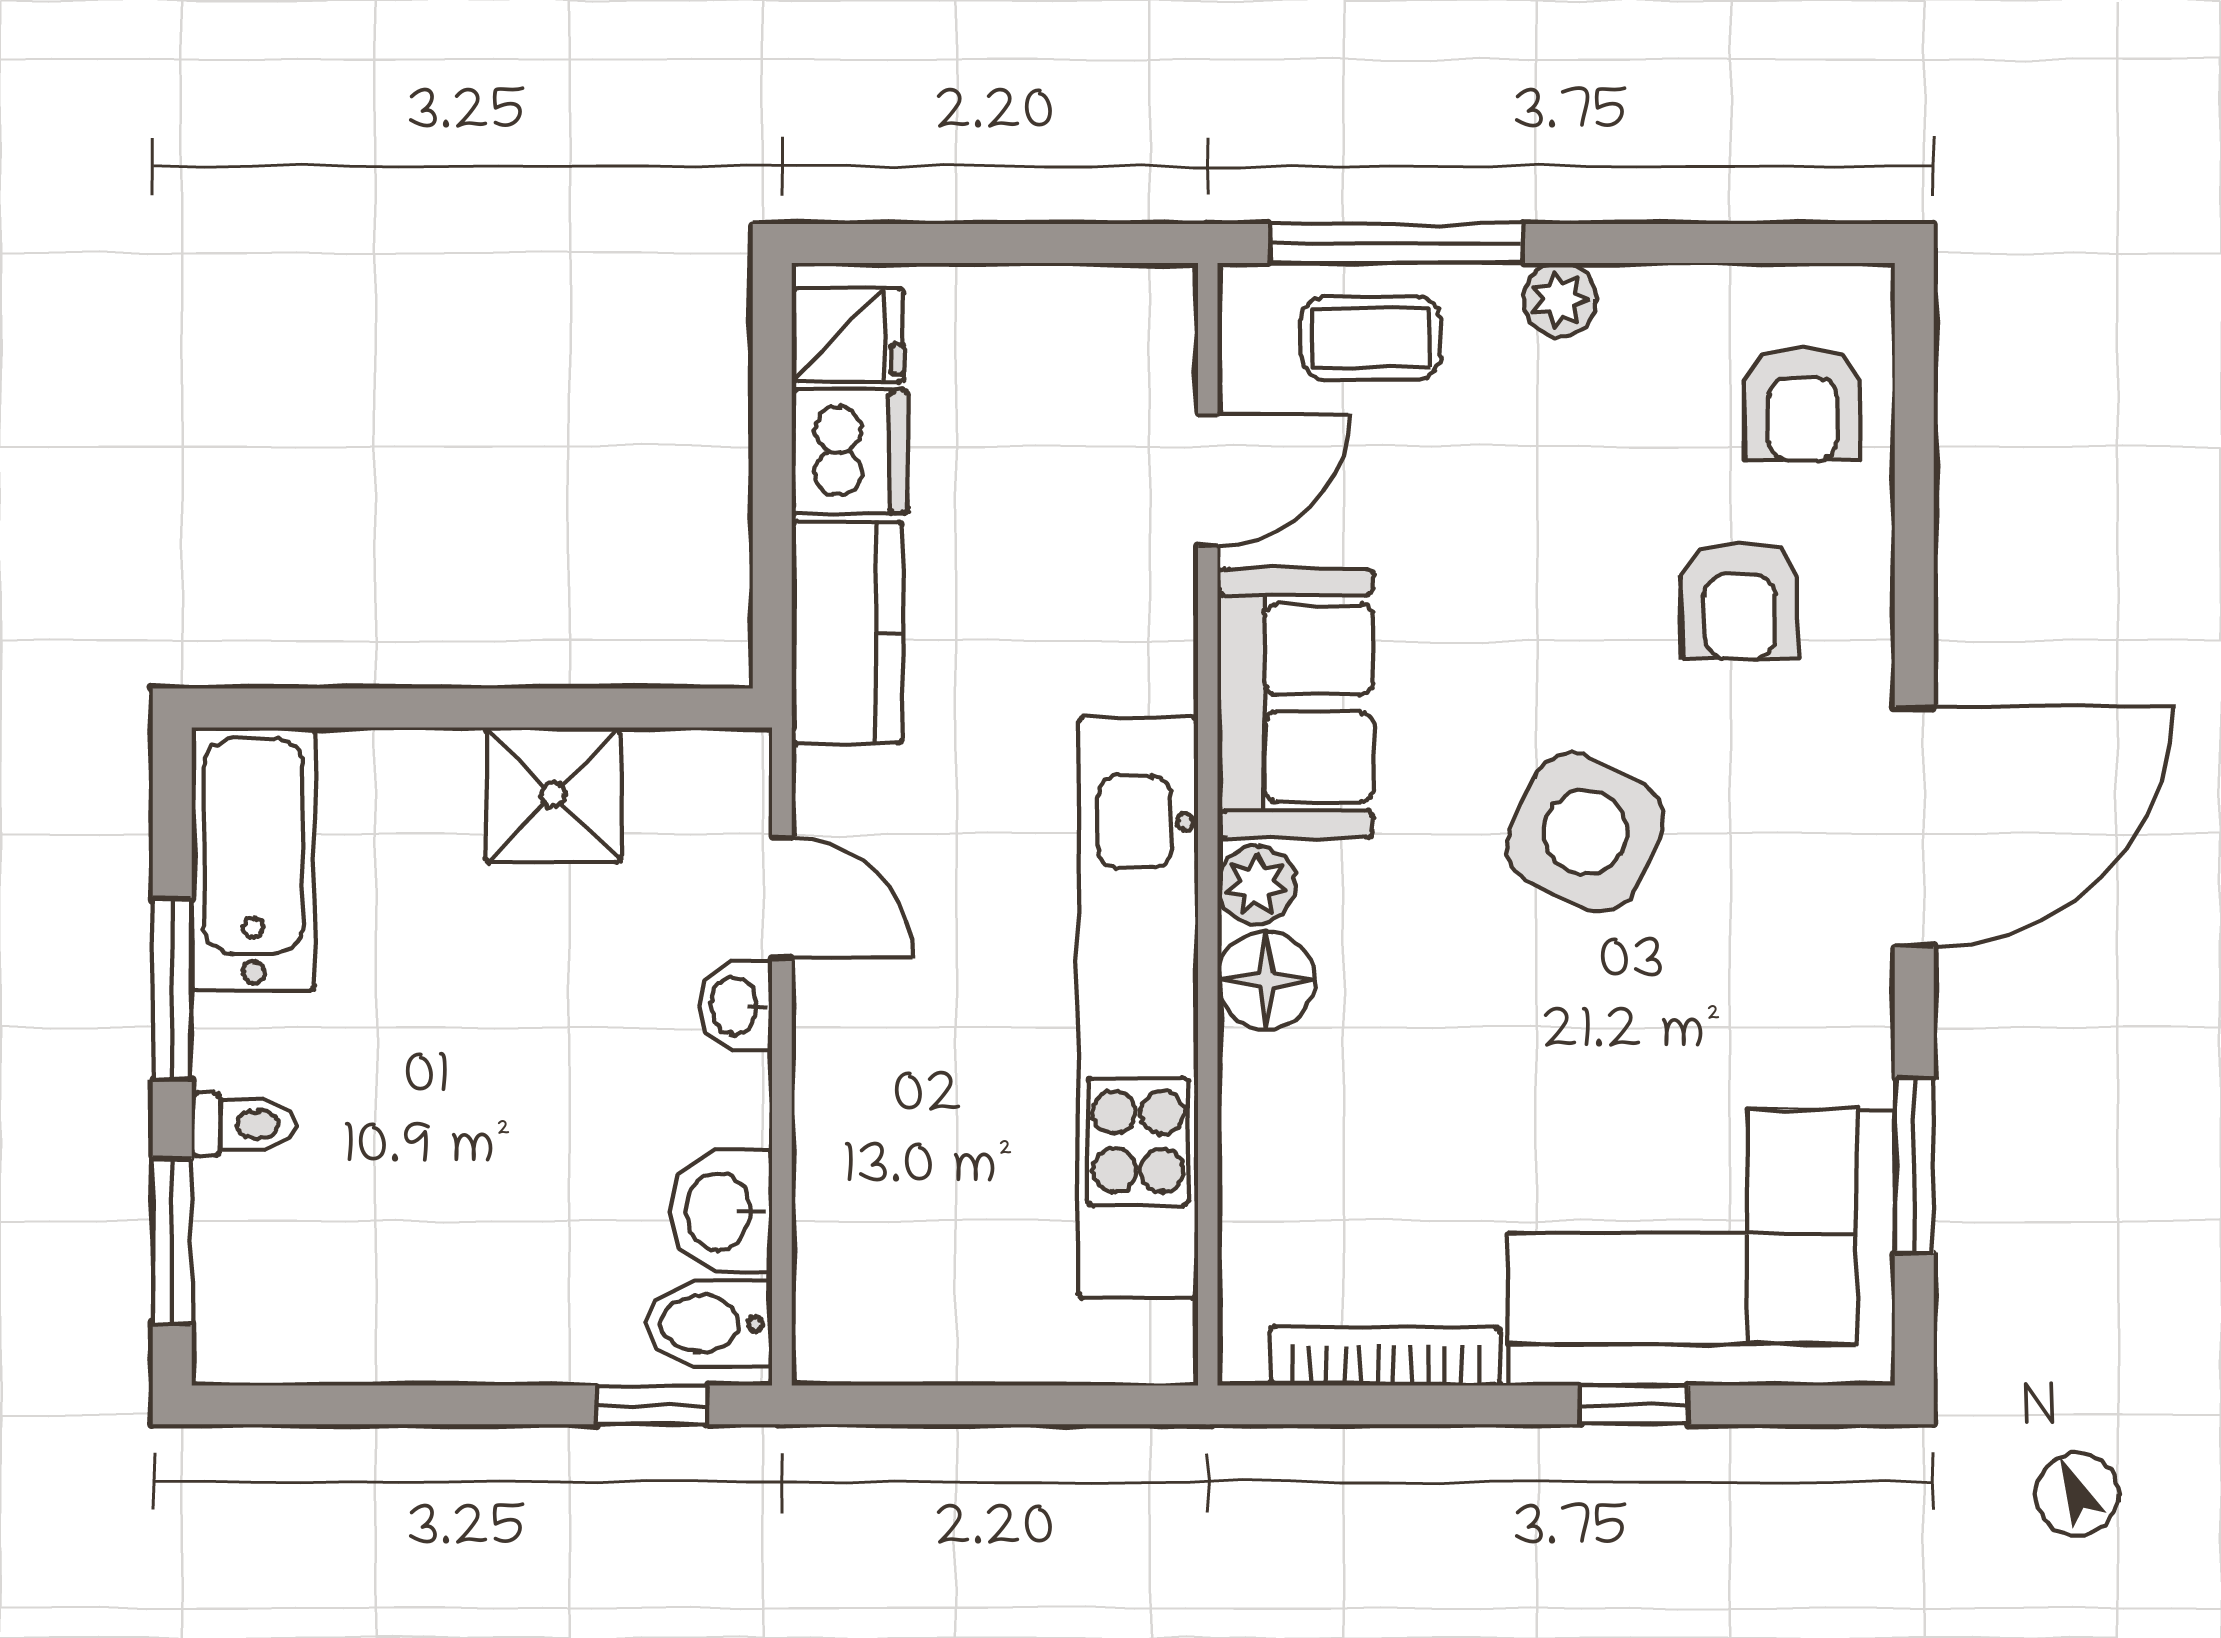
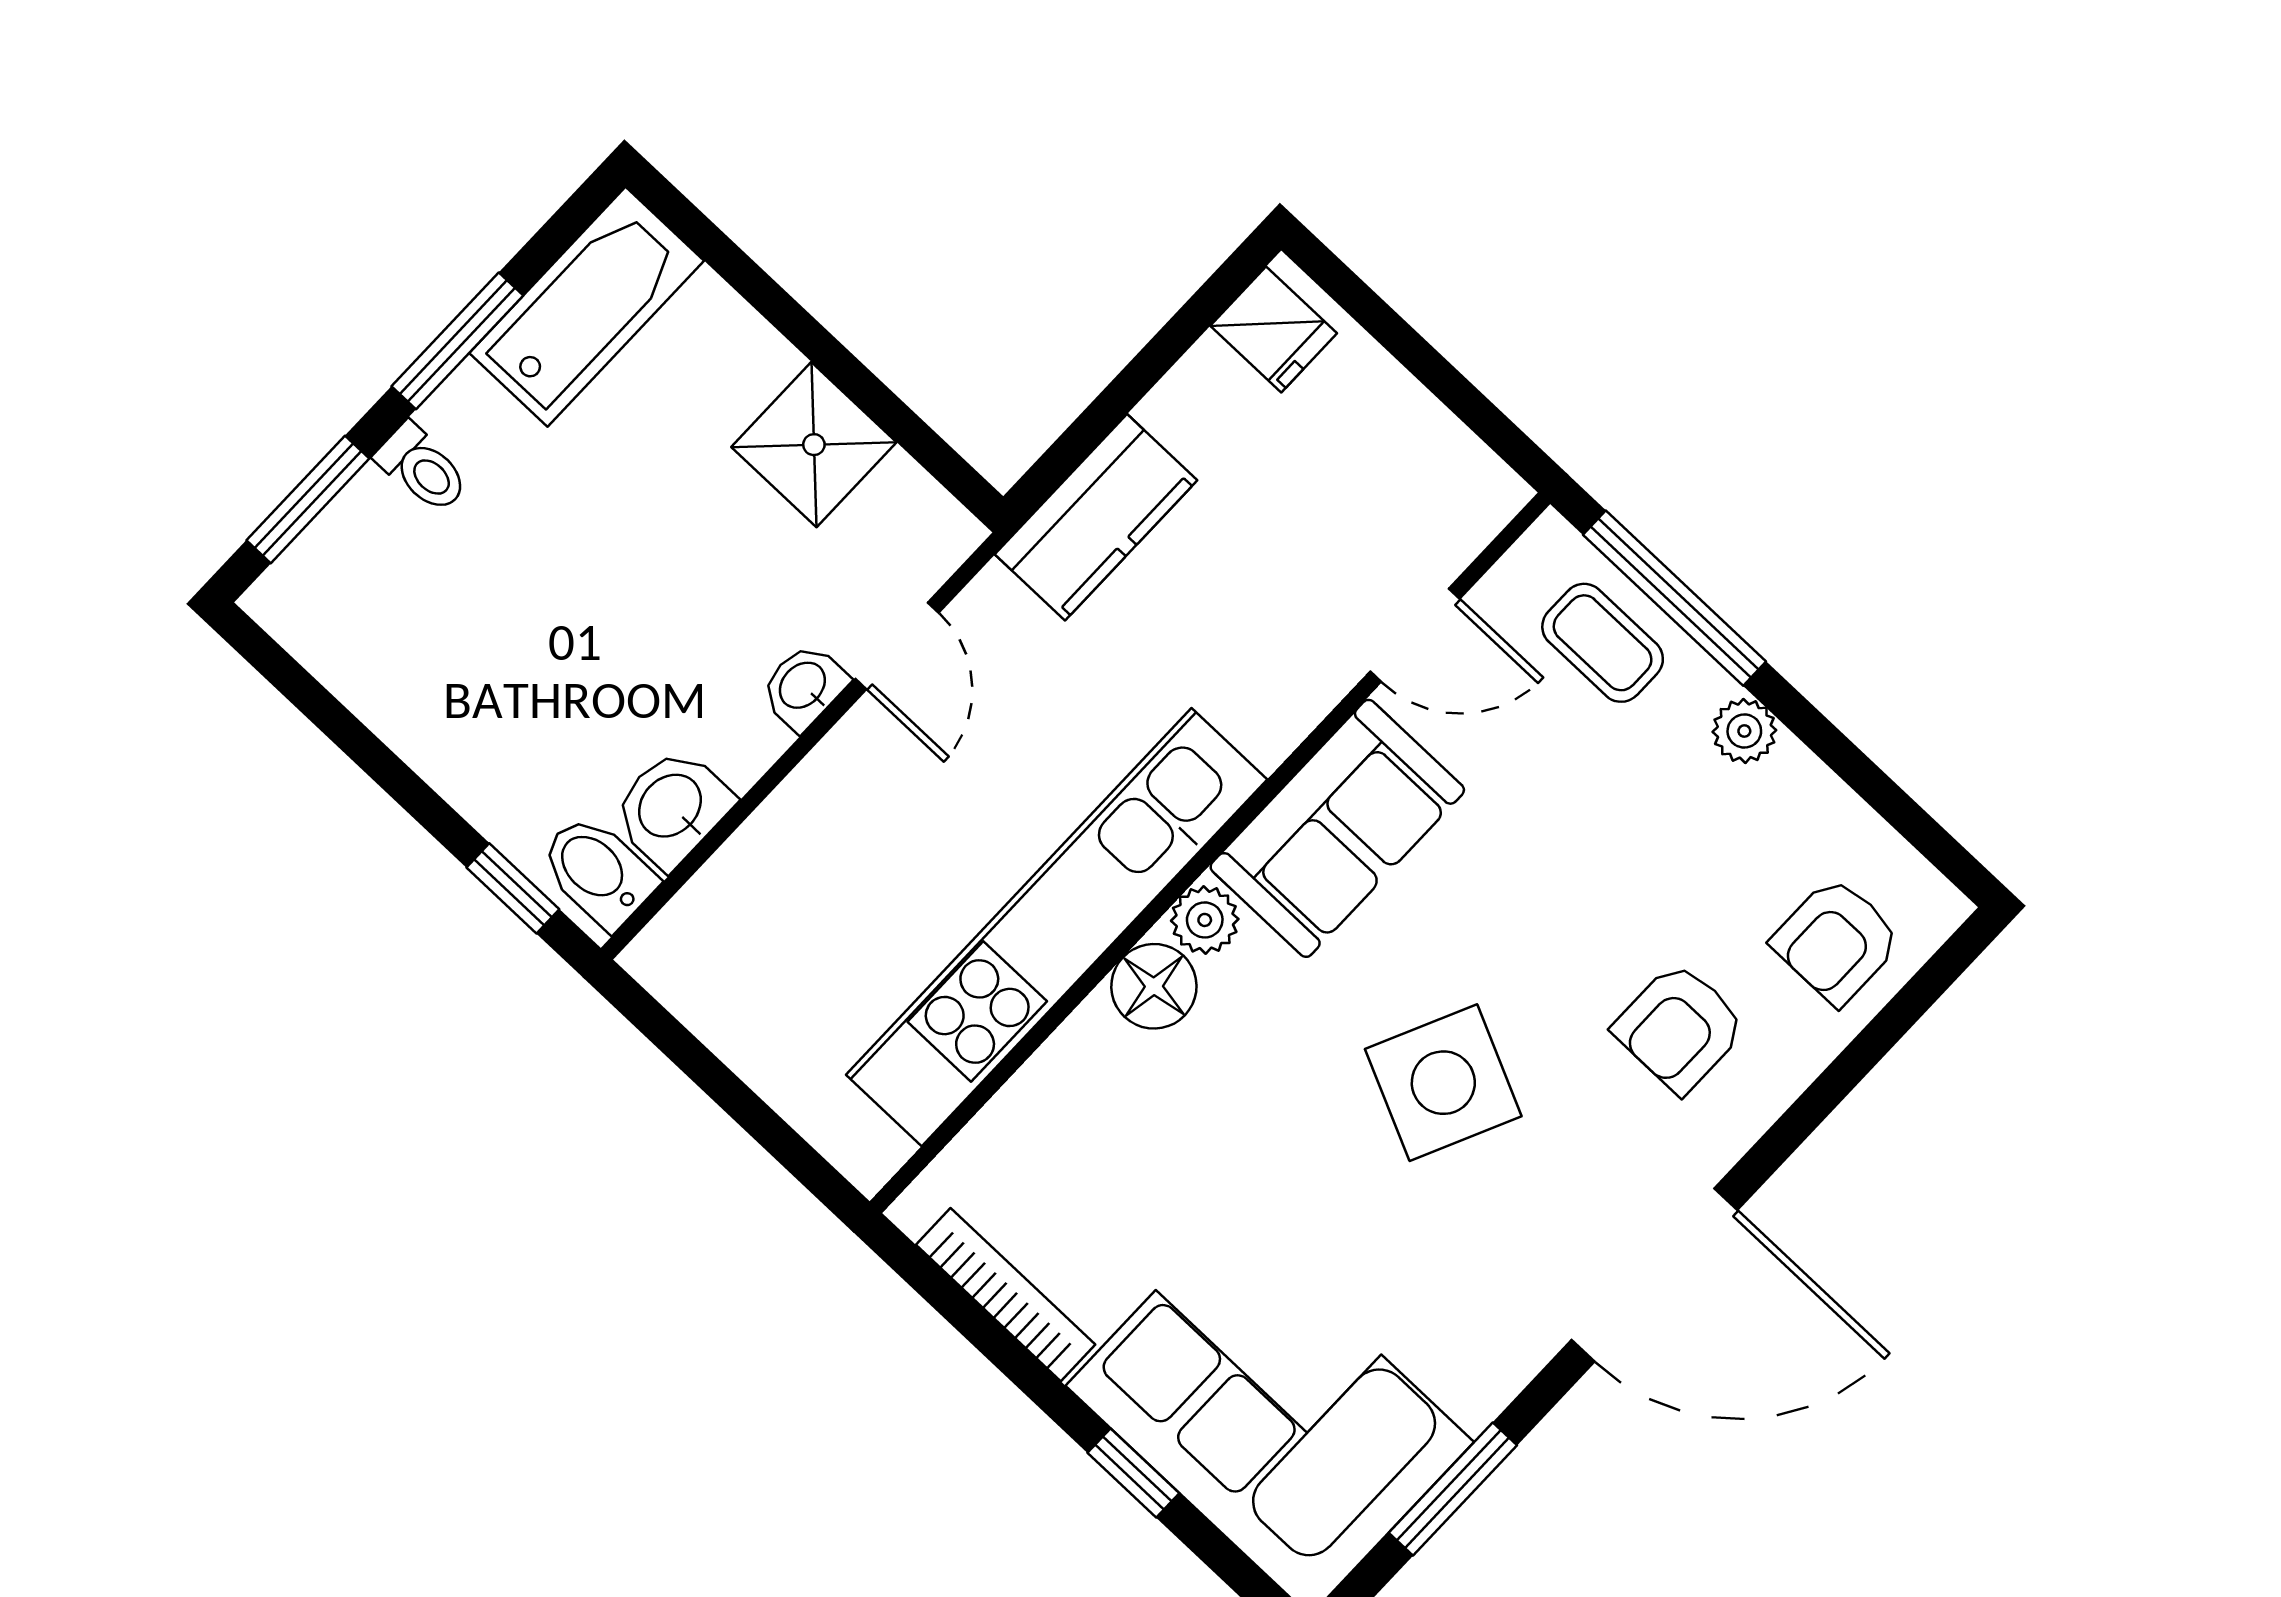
dishwasher: (850, 452) -> (1205, 404), removed

